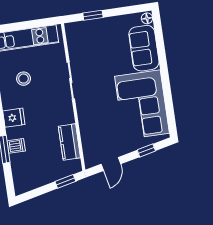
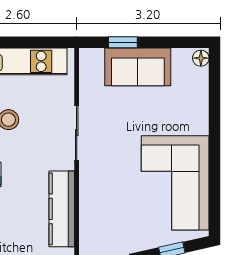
sofa: (144, 48) -> (138, 67), moved, turned -90
kitchen counter: (69, 142) -> (62, 209), width x1.50

